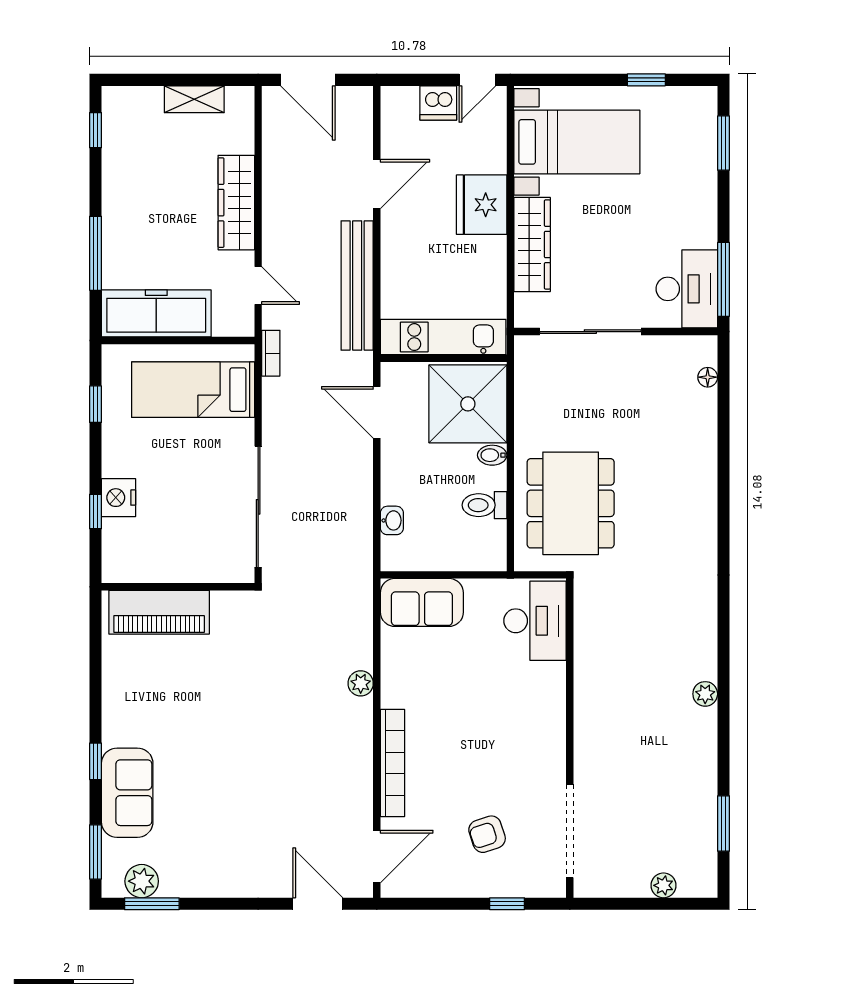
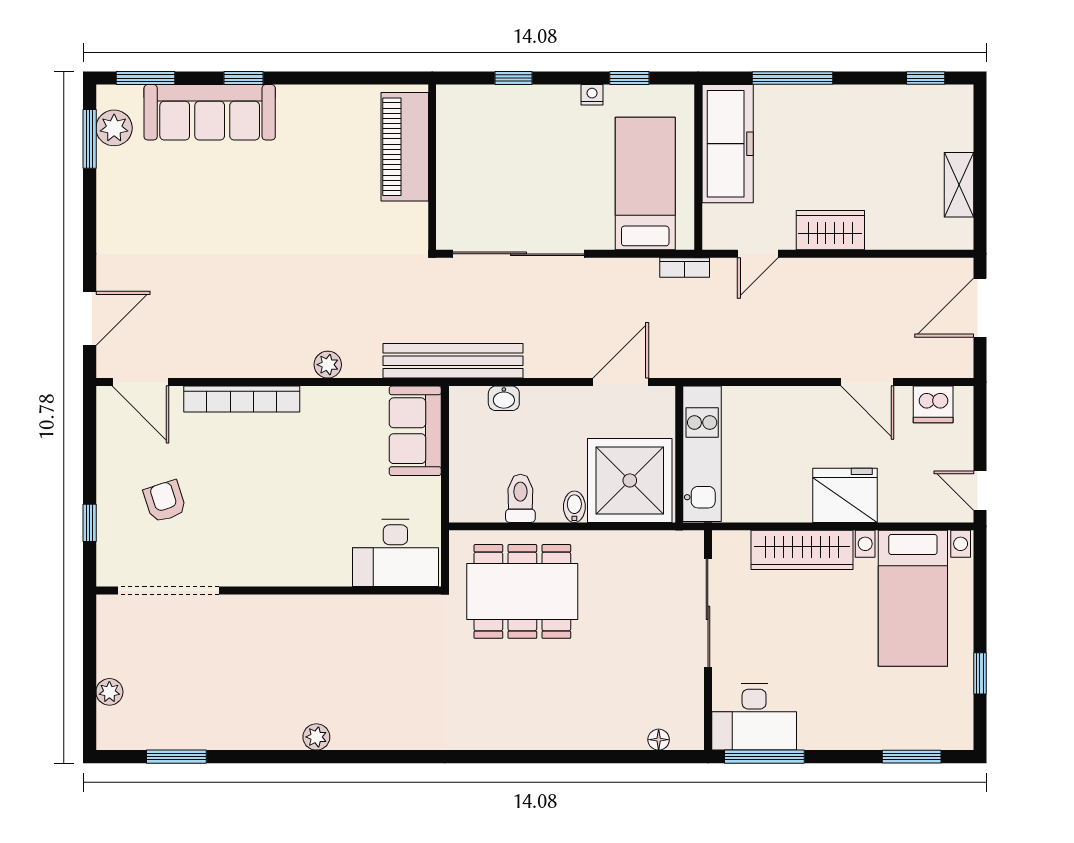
dishwasher: (438, 103) -> (933, 404), moved, turned -90
wardrobe: (236, 203) -> (830, 230), width x0.67
bench: (357, 286) -> (453, 361), moved
nightstand: (118, 498) -> (592, 95), moved, width x0.53, depth x0.56
sofa: (127, 793) -> (210, 112), width x1.36

